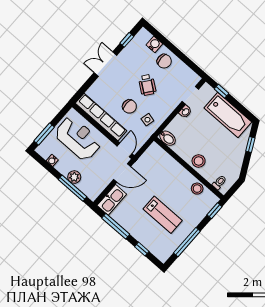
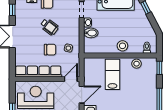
bidet: (168, 138) -> (91, 33), moved
door: (125, 150) -> (71, 79), hinge flipped
lab bench: (163, 215) -> (112, 74), moved, turned -90

